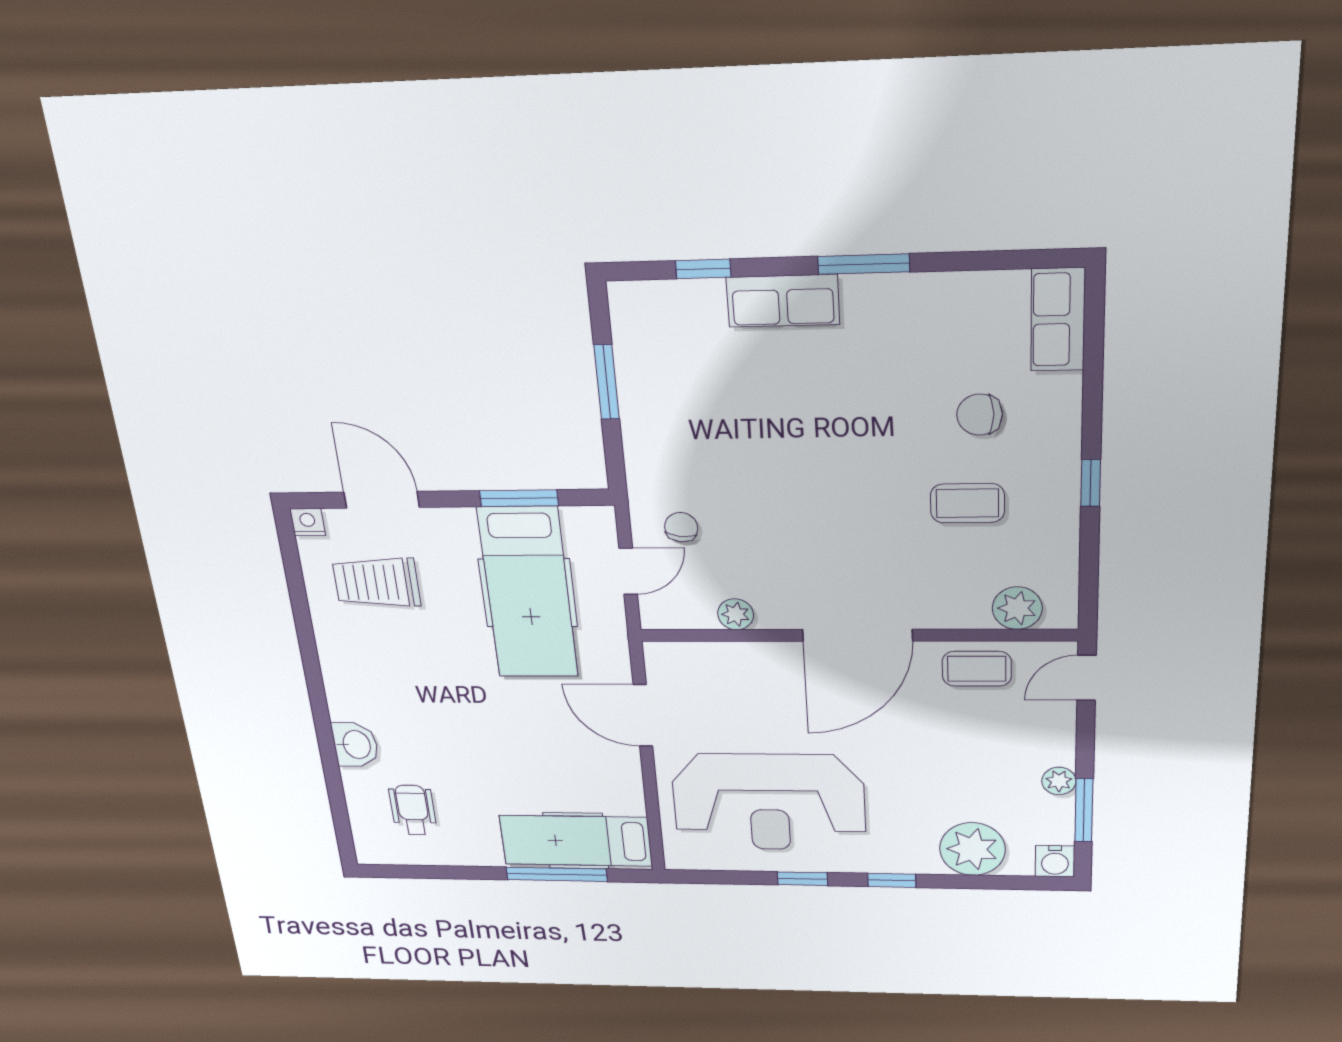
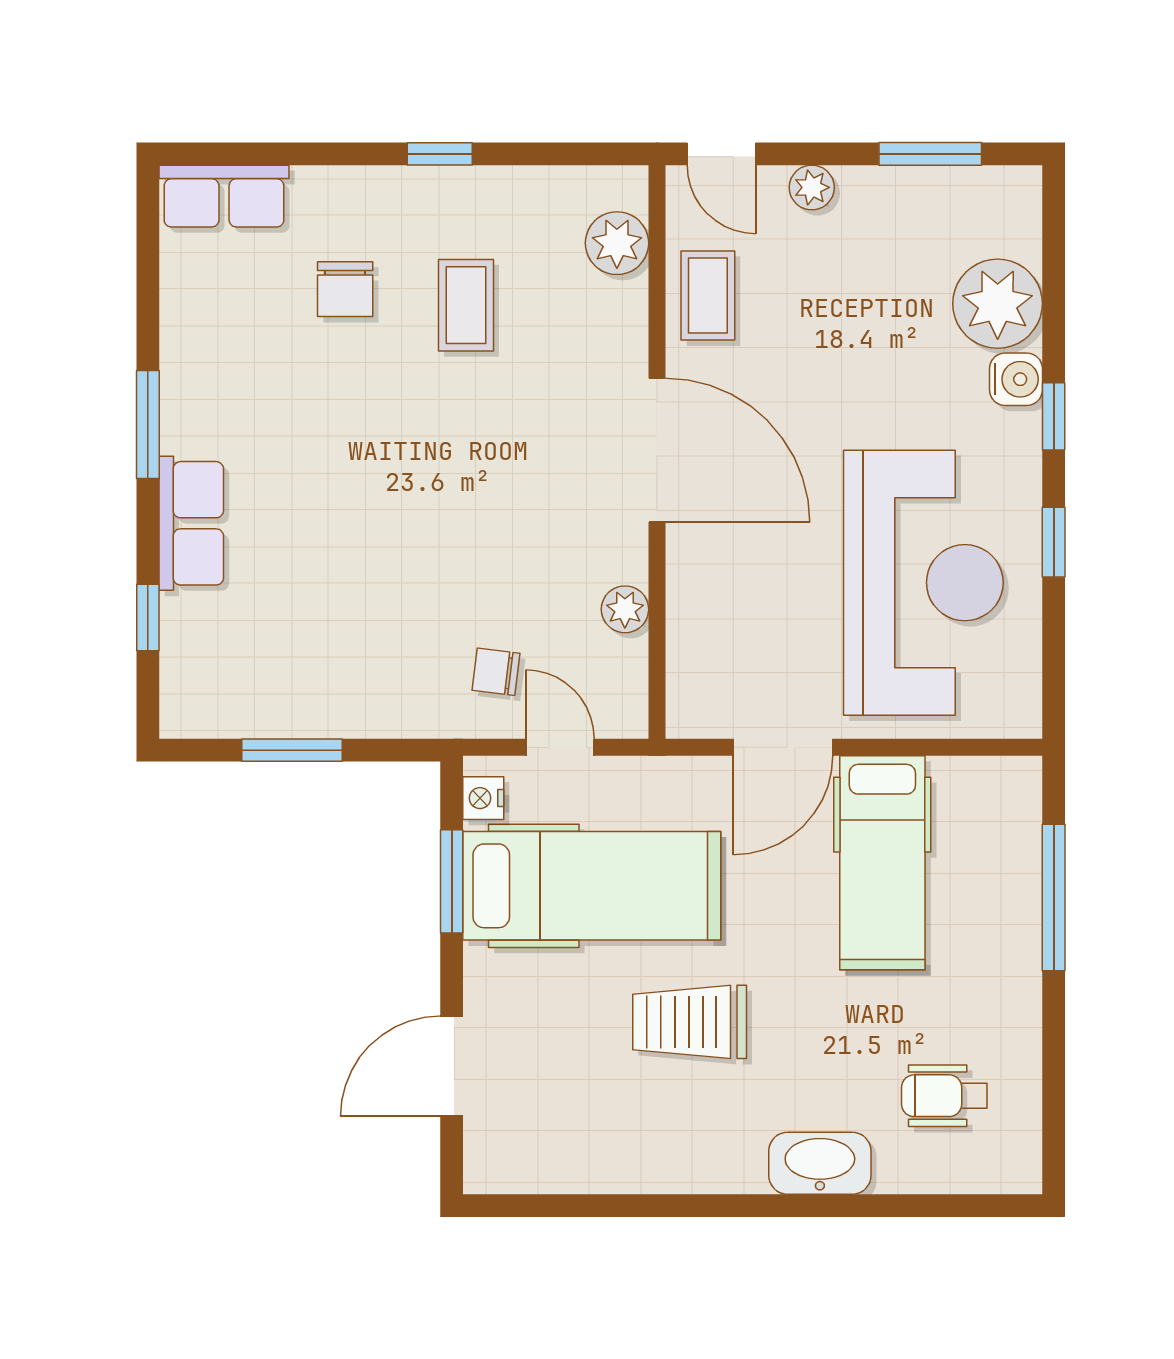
nightstand: (308, 522) -> (483, 798), moved
trolley: (376, 582) -> (690, 1022), moved, turned 90
washbasin: (355, 745) -> (820, 1163), width x1.38
plant: (1059, 781) -> (812, 187), moved
hospital bed: (576, 841) -> (882, 863), moved
water cooler: (1055, 861) -> (1016, 379), moved

